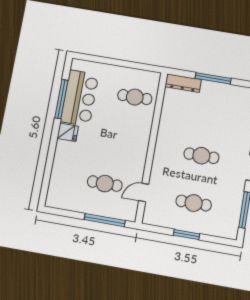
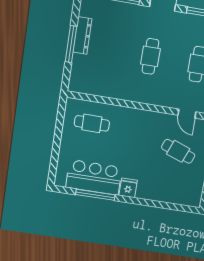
dresser: (183, 83) -> (82, 35), moved
cafe table: (135, 97) -> (92, 123), turned 90
cafe table: (105, 184) -> (178, 151), turned -70

